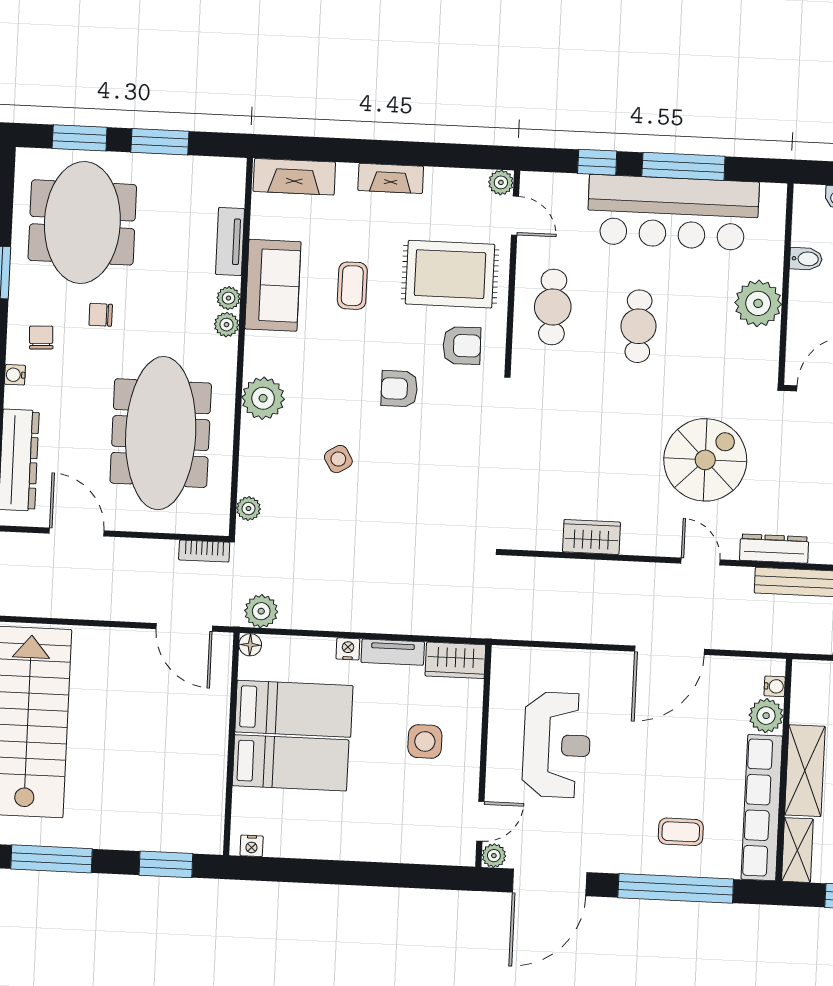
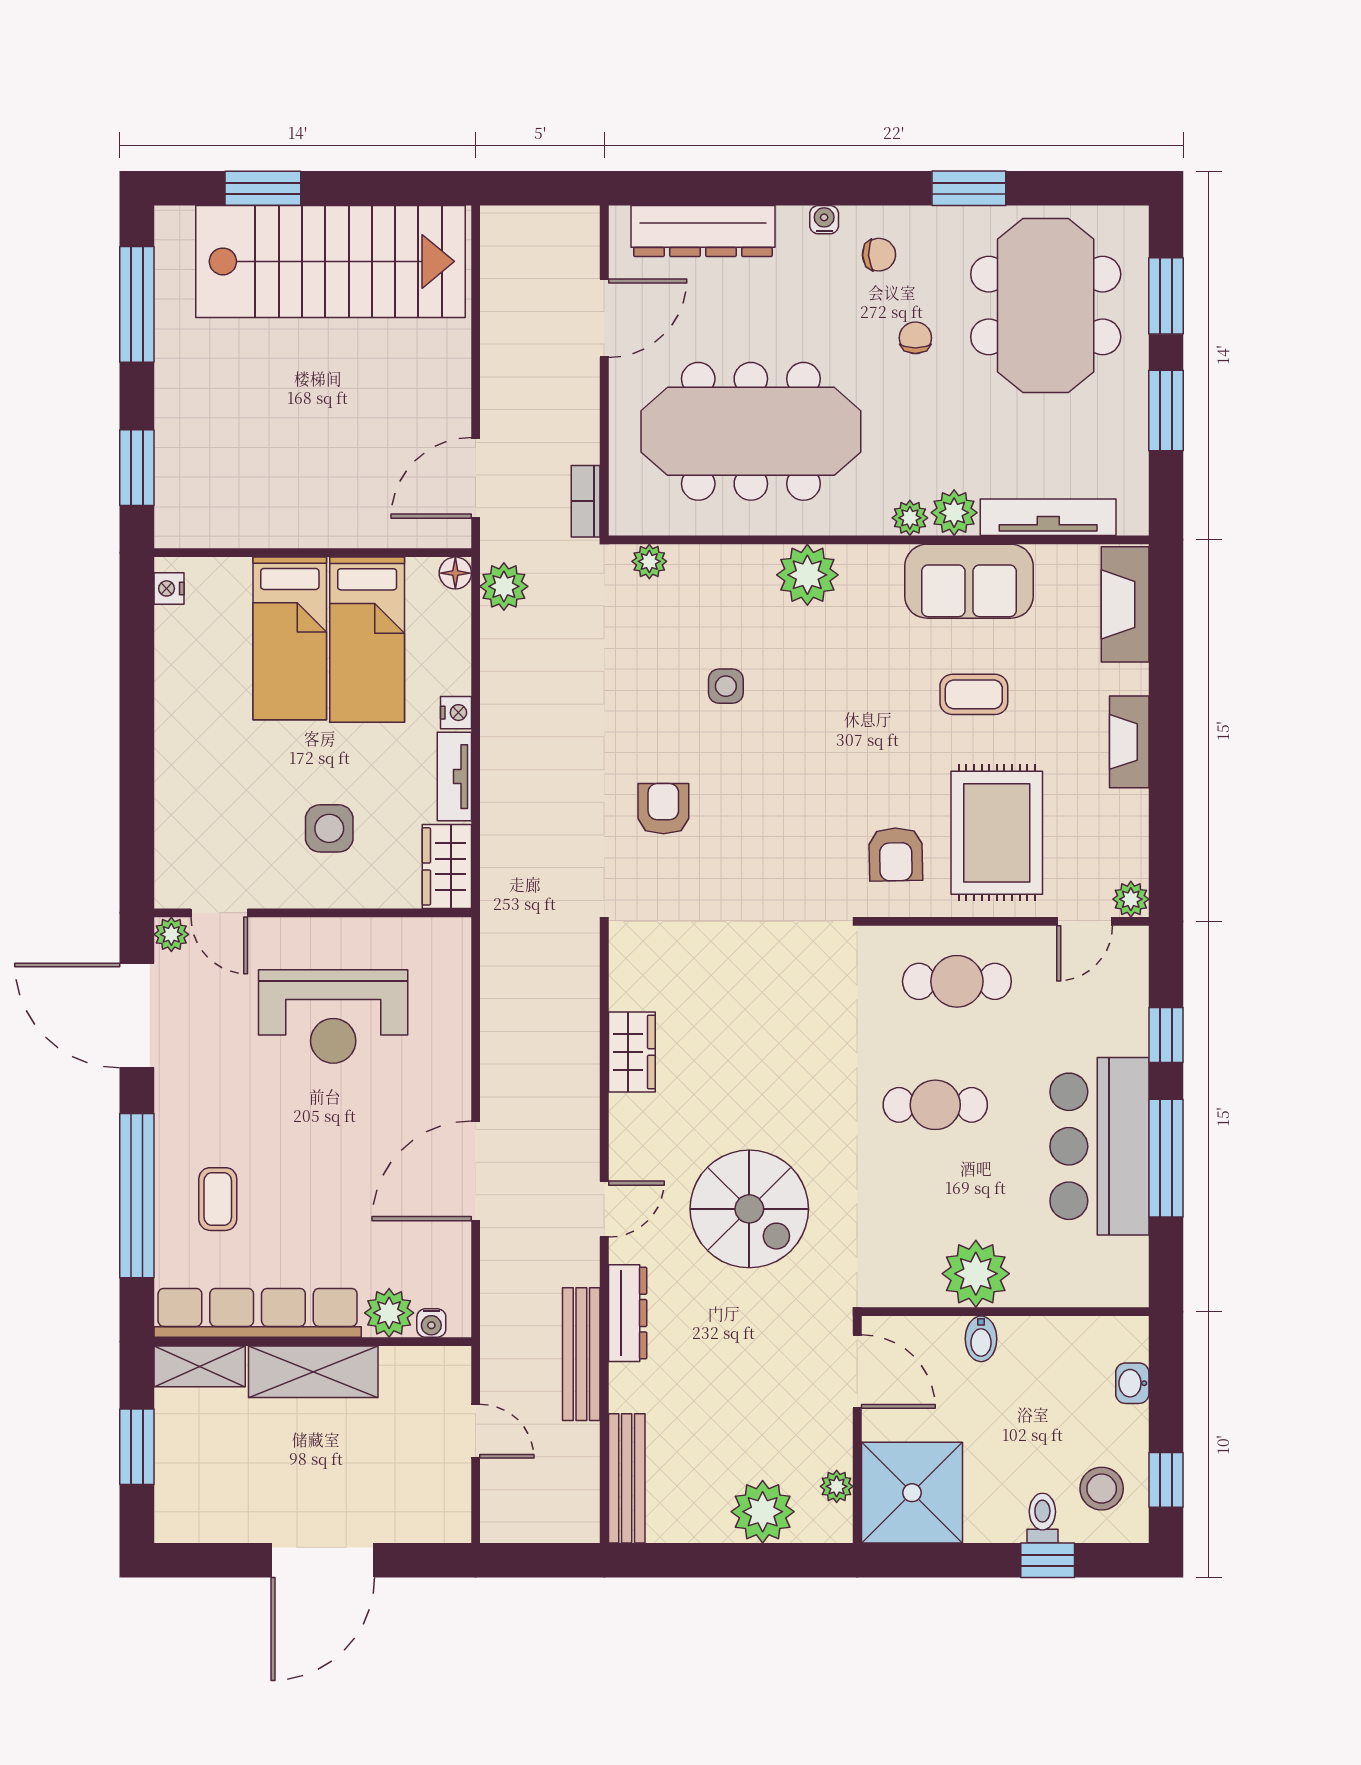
bar counter: (673, 213) -> (1099, 1146), width x0.73
meeting table: (82, 222) -> (1046, 305), turned 90
tv unit: (230, 241) -> (1048, 517), width x1.41
bidet: (806, 259) -> (981, 1339), moved
plant: (228, 298) -> (954, 513), width x1.38, depth x1.38
armchair: (399, 389) -> (663, 809), moved
side table: (338, 459) -> (726, 686), turned 31
door: (670, 650) -> (476, 1171), hinge flipped

